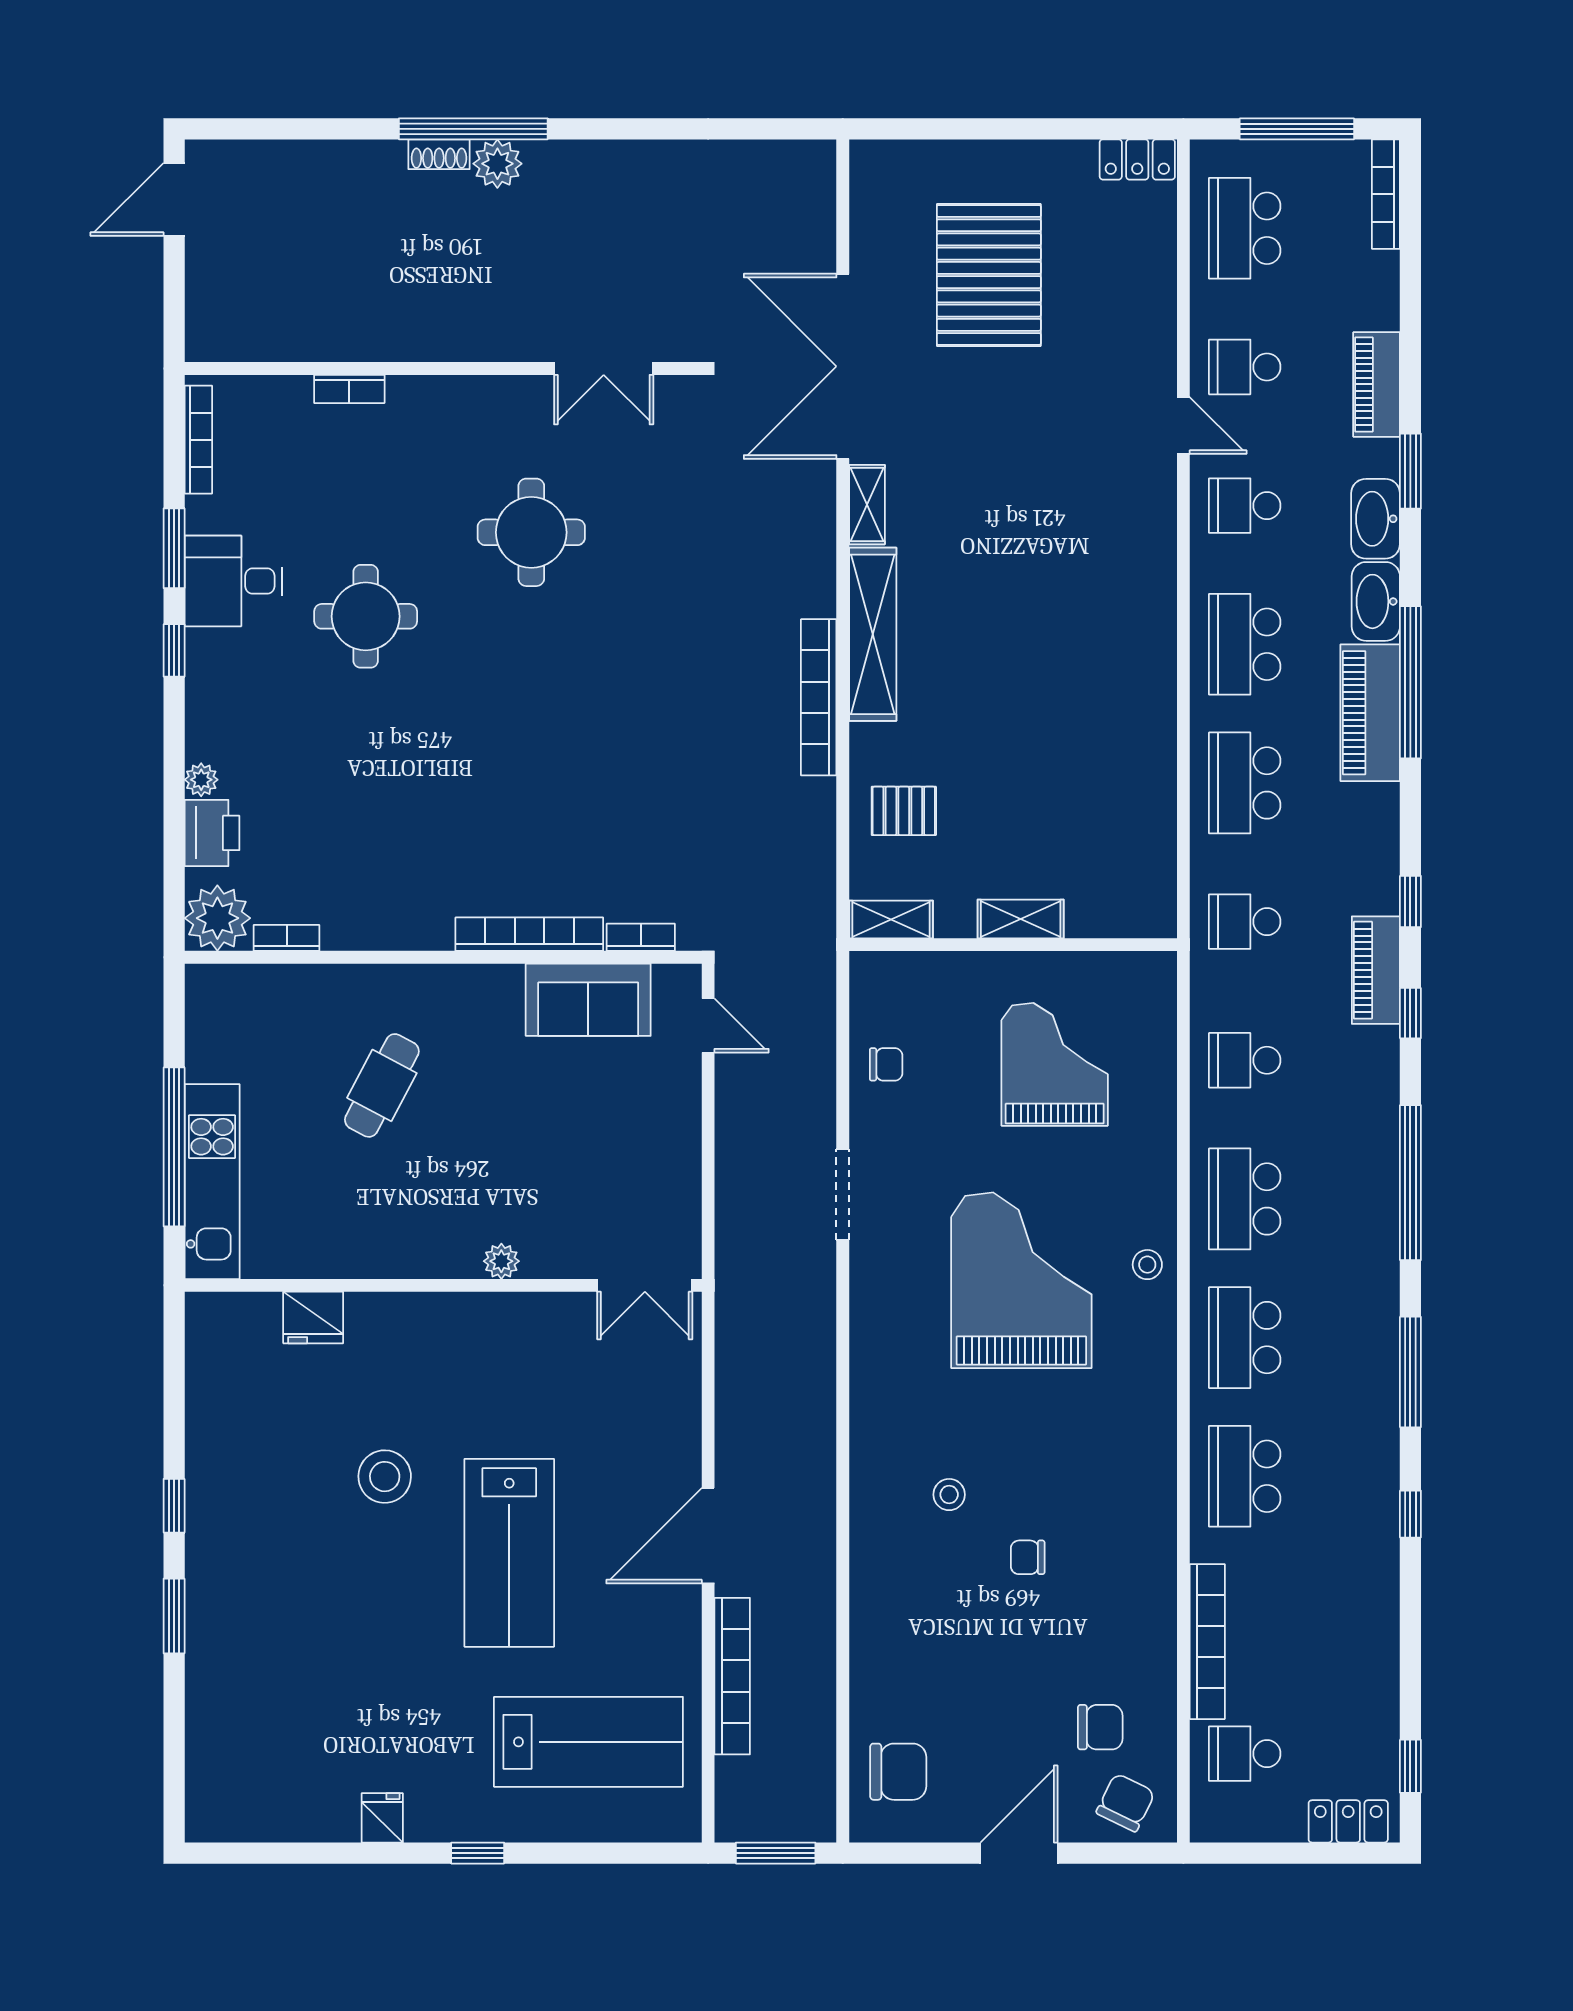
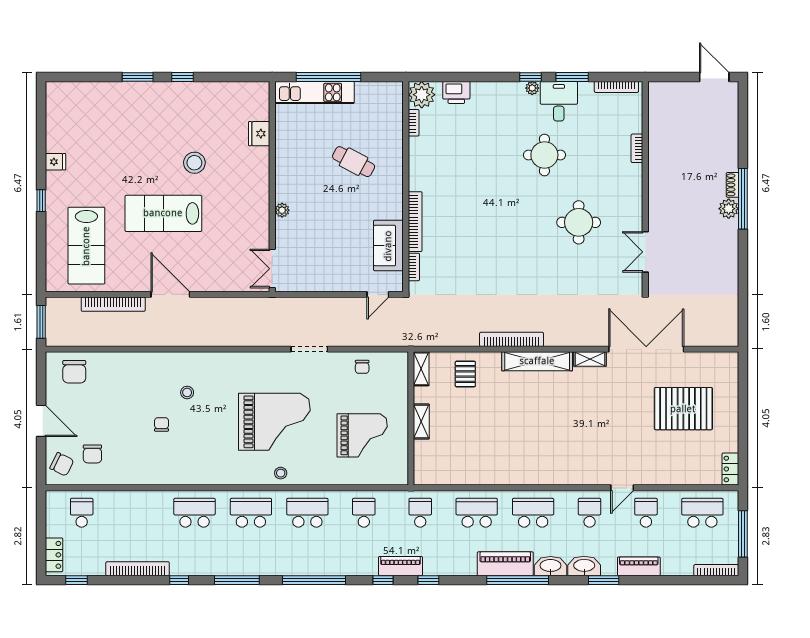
plant: (201, 780) -> (532, 88), moved
bookcase: (1207, 1642) -> (138, 569), moved, turned 180

